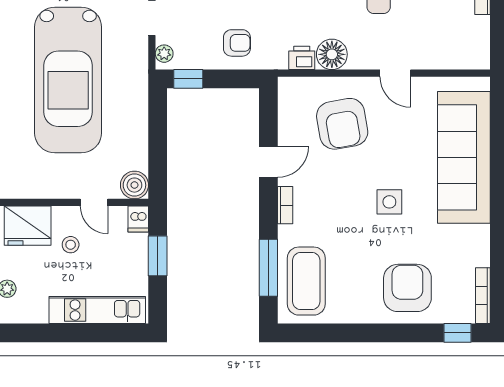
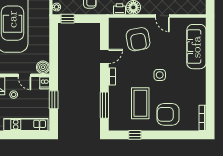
sofa: (464, 157) -> (196, 47), width x0.74, depth x0.79
coffee table: (306, 281) -> (140, 103), moved
armchair: (407, 288) -> (168, 114), turned -90
window: (457, 333) -> (135, 135), moved

